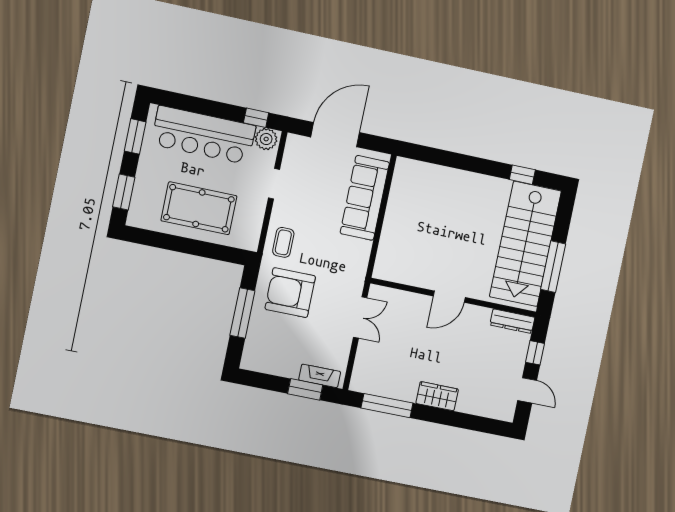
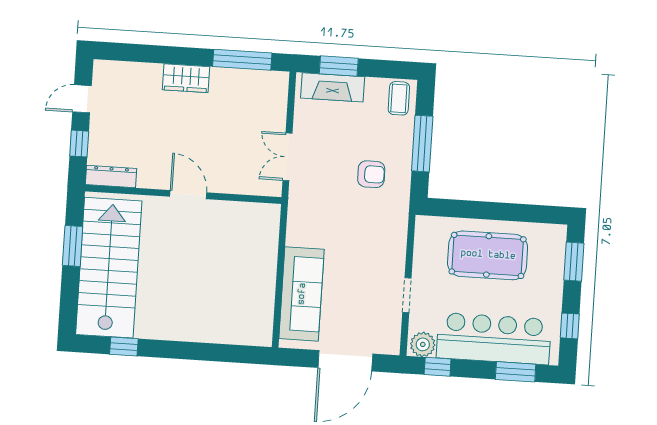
window: (188, 103) -> (516, 372), added
window: (135, 136) -> (570, 326), width x0.67
coffee table: (283, 242) -> (399, 98), moved
window: (553, 267) -> (73, 246), width x0.69
armchair: (290, 293) -> (371, 174), width x0.53, depth x0.53
door: (449, 297) -> (188, 195), hinge flipped
fireplace: (320, 376) -> (333, 87), width x1.37, depth x1.32
door: (527, 390) -> (82, 99), hinge flipped

